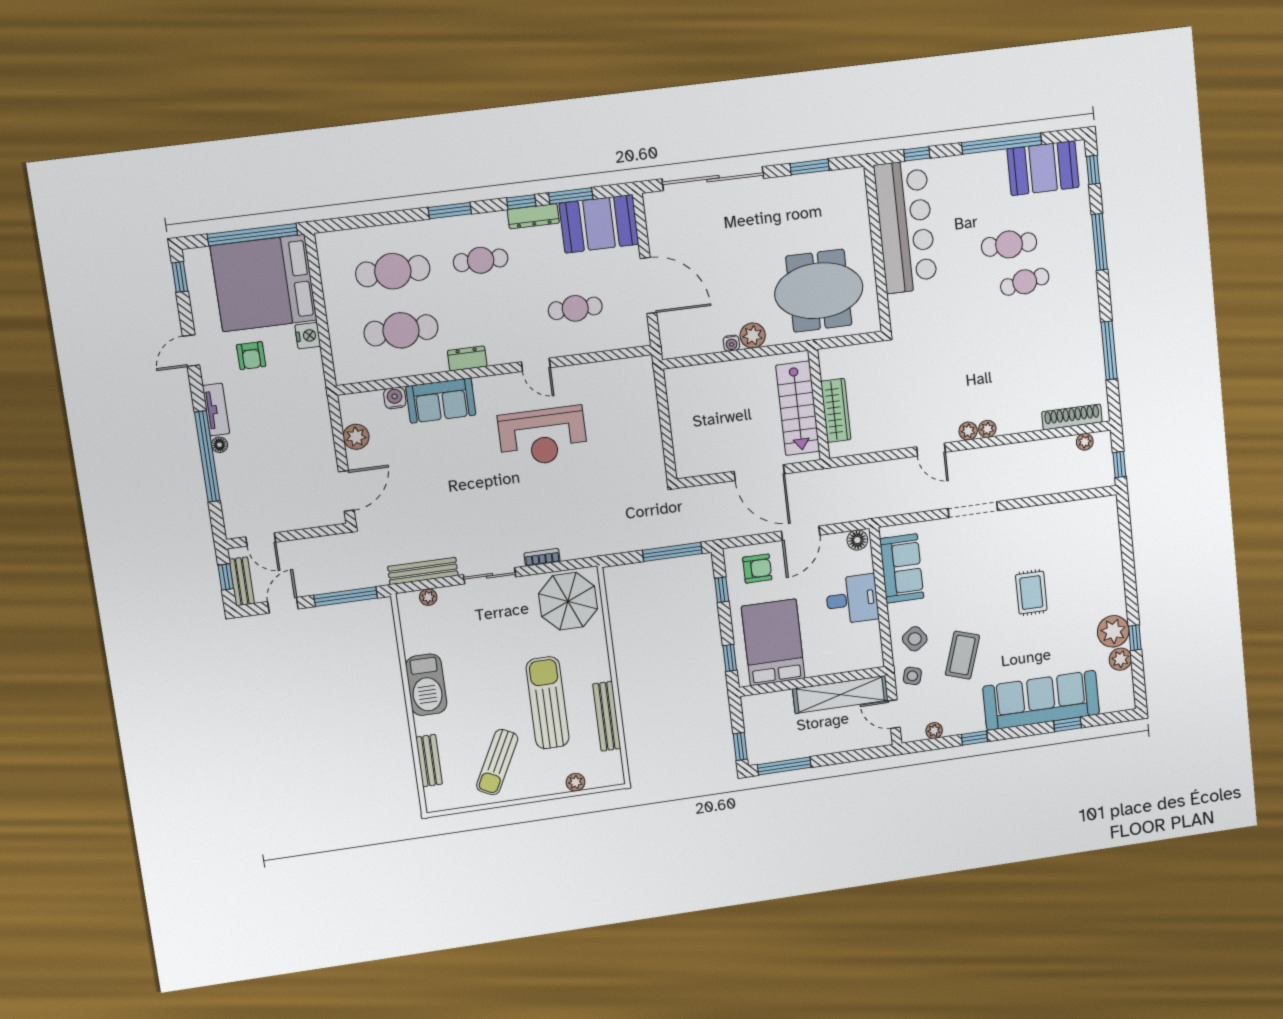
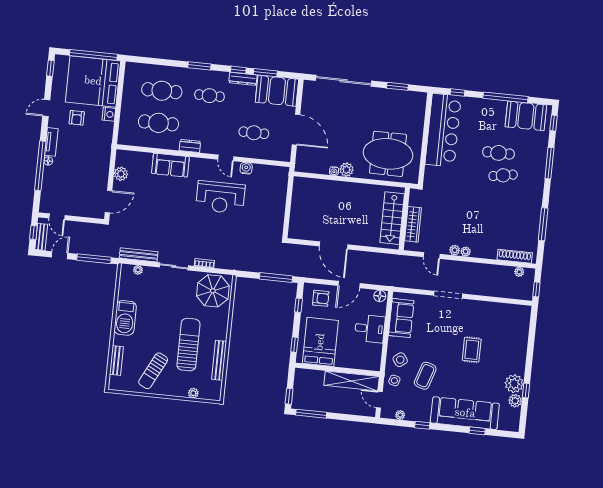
water cooler: (395, 398) -> (246, 168), moved
wall: (819, 405) -> (404, 219), moved
stairs: (798, 408) -> (392, 218), moved
wardrobe: (836, 410) -> (413, 224), moved

